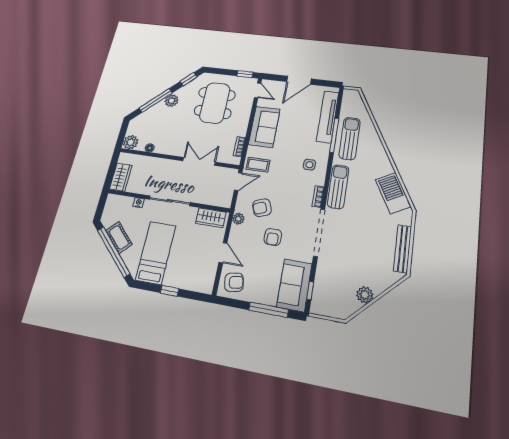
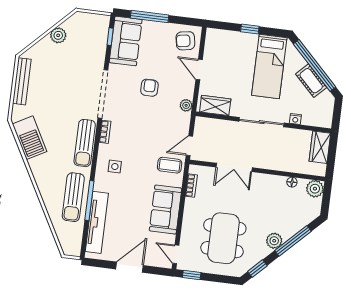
armchair: (262, 208) -> (162, 118), removed

